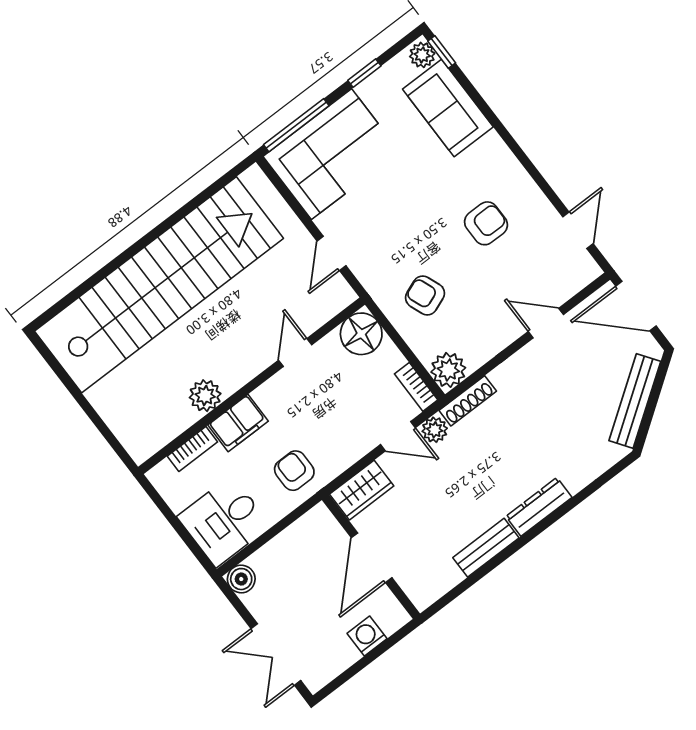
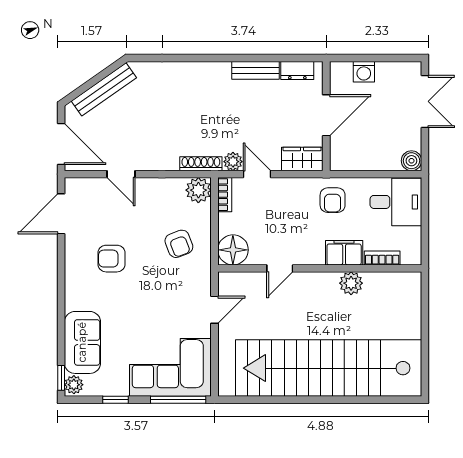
door: (578, 230) -> (61, 214), width x1.38
dresser: (539, 507) -> (297, 70), moved, width x0.70

